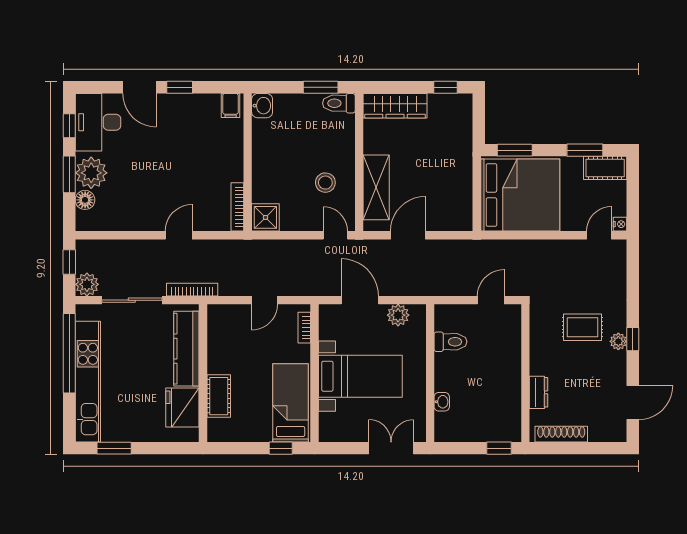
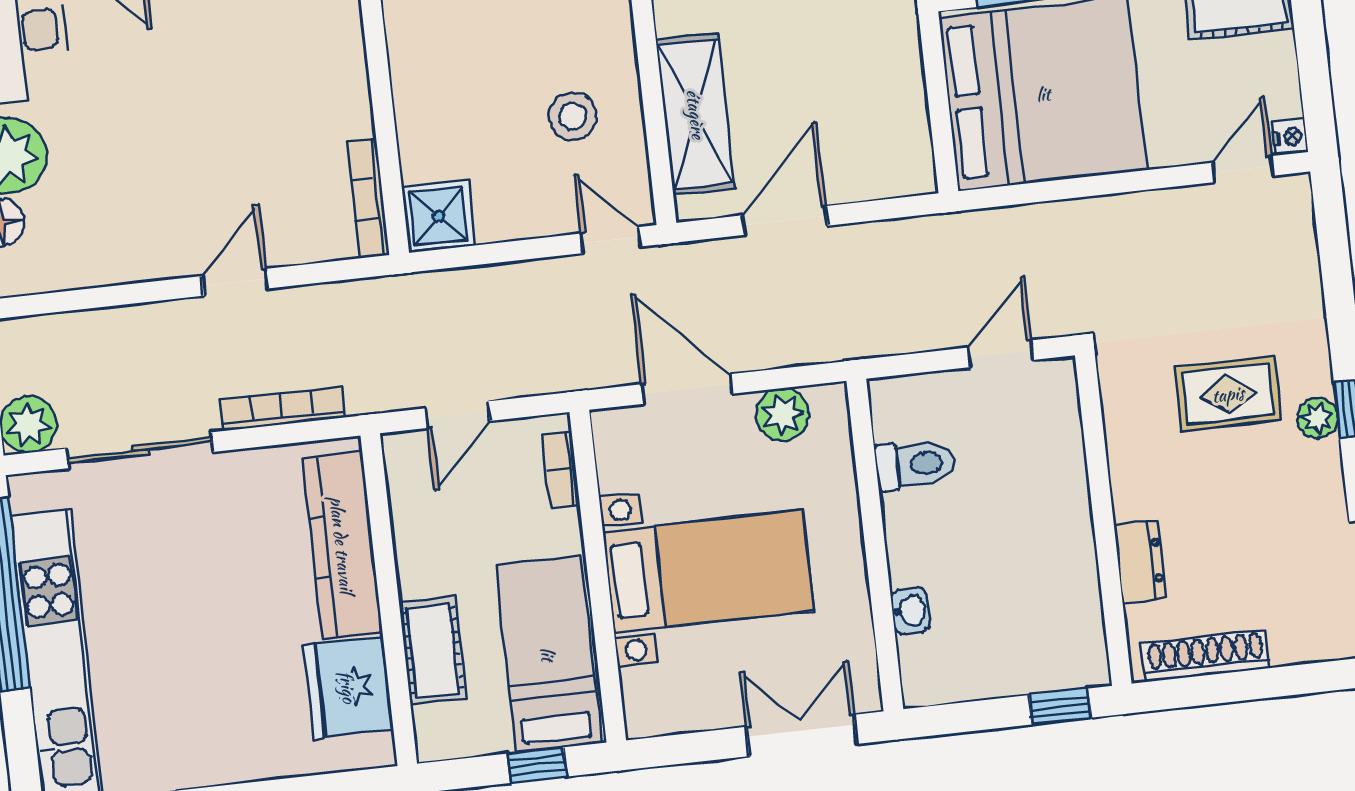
kitchen counter: (186, 349) -> (342, 545), moved
wall: (203, 373) -> (389, 600), moved
cot: (219, 396) -> (433, 650), moved
fridge: (182, 407) -> (348, 687), moved

